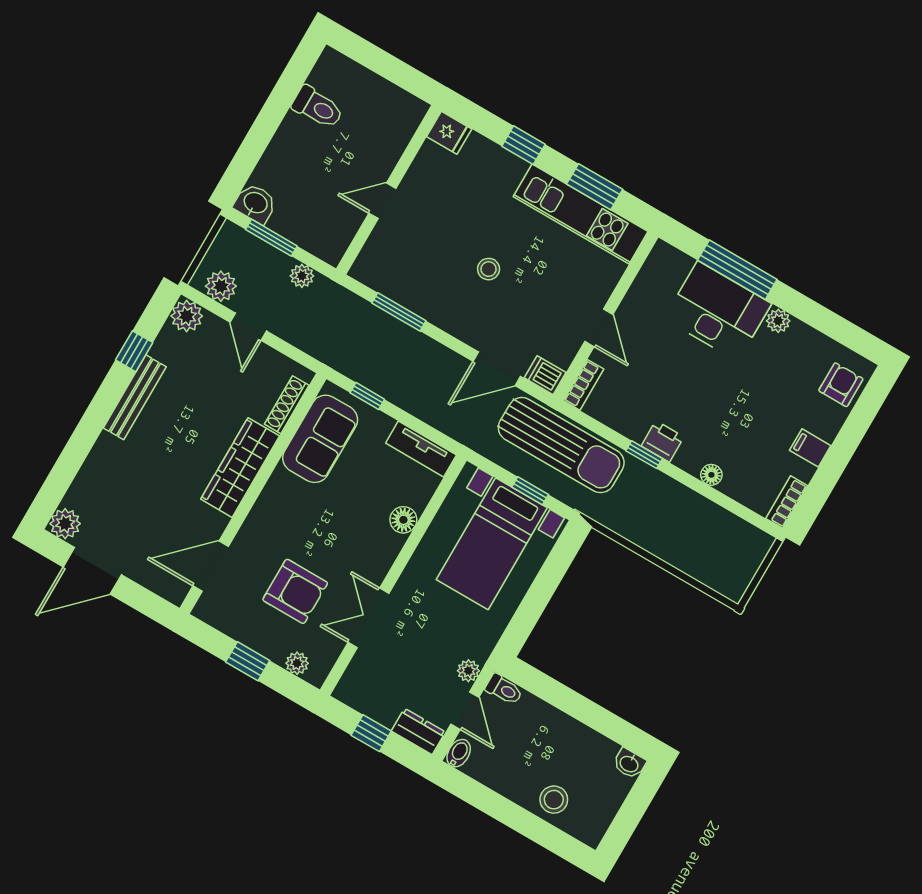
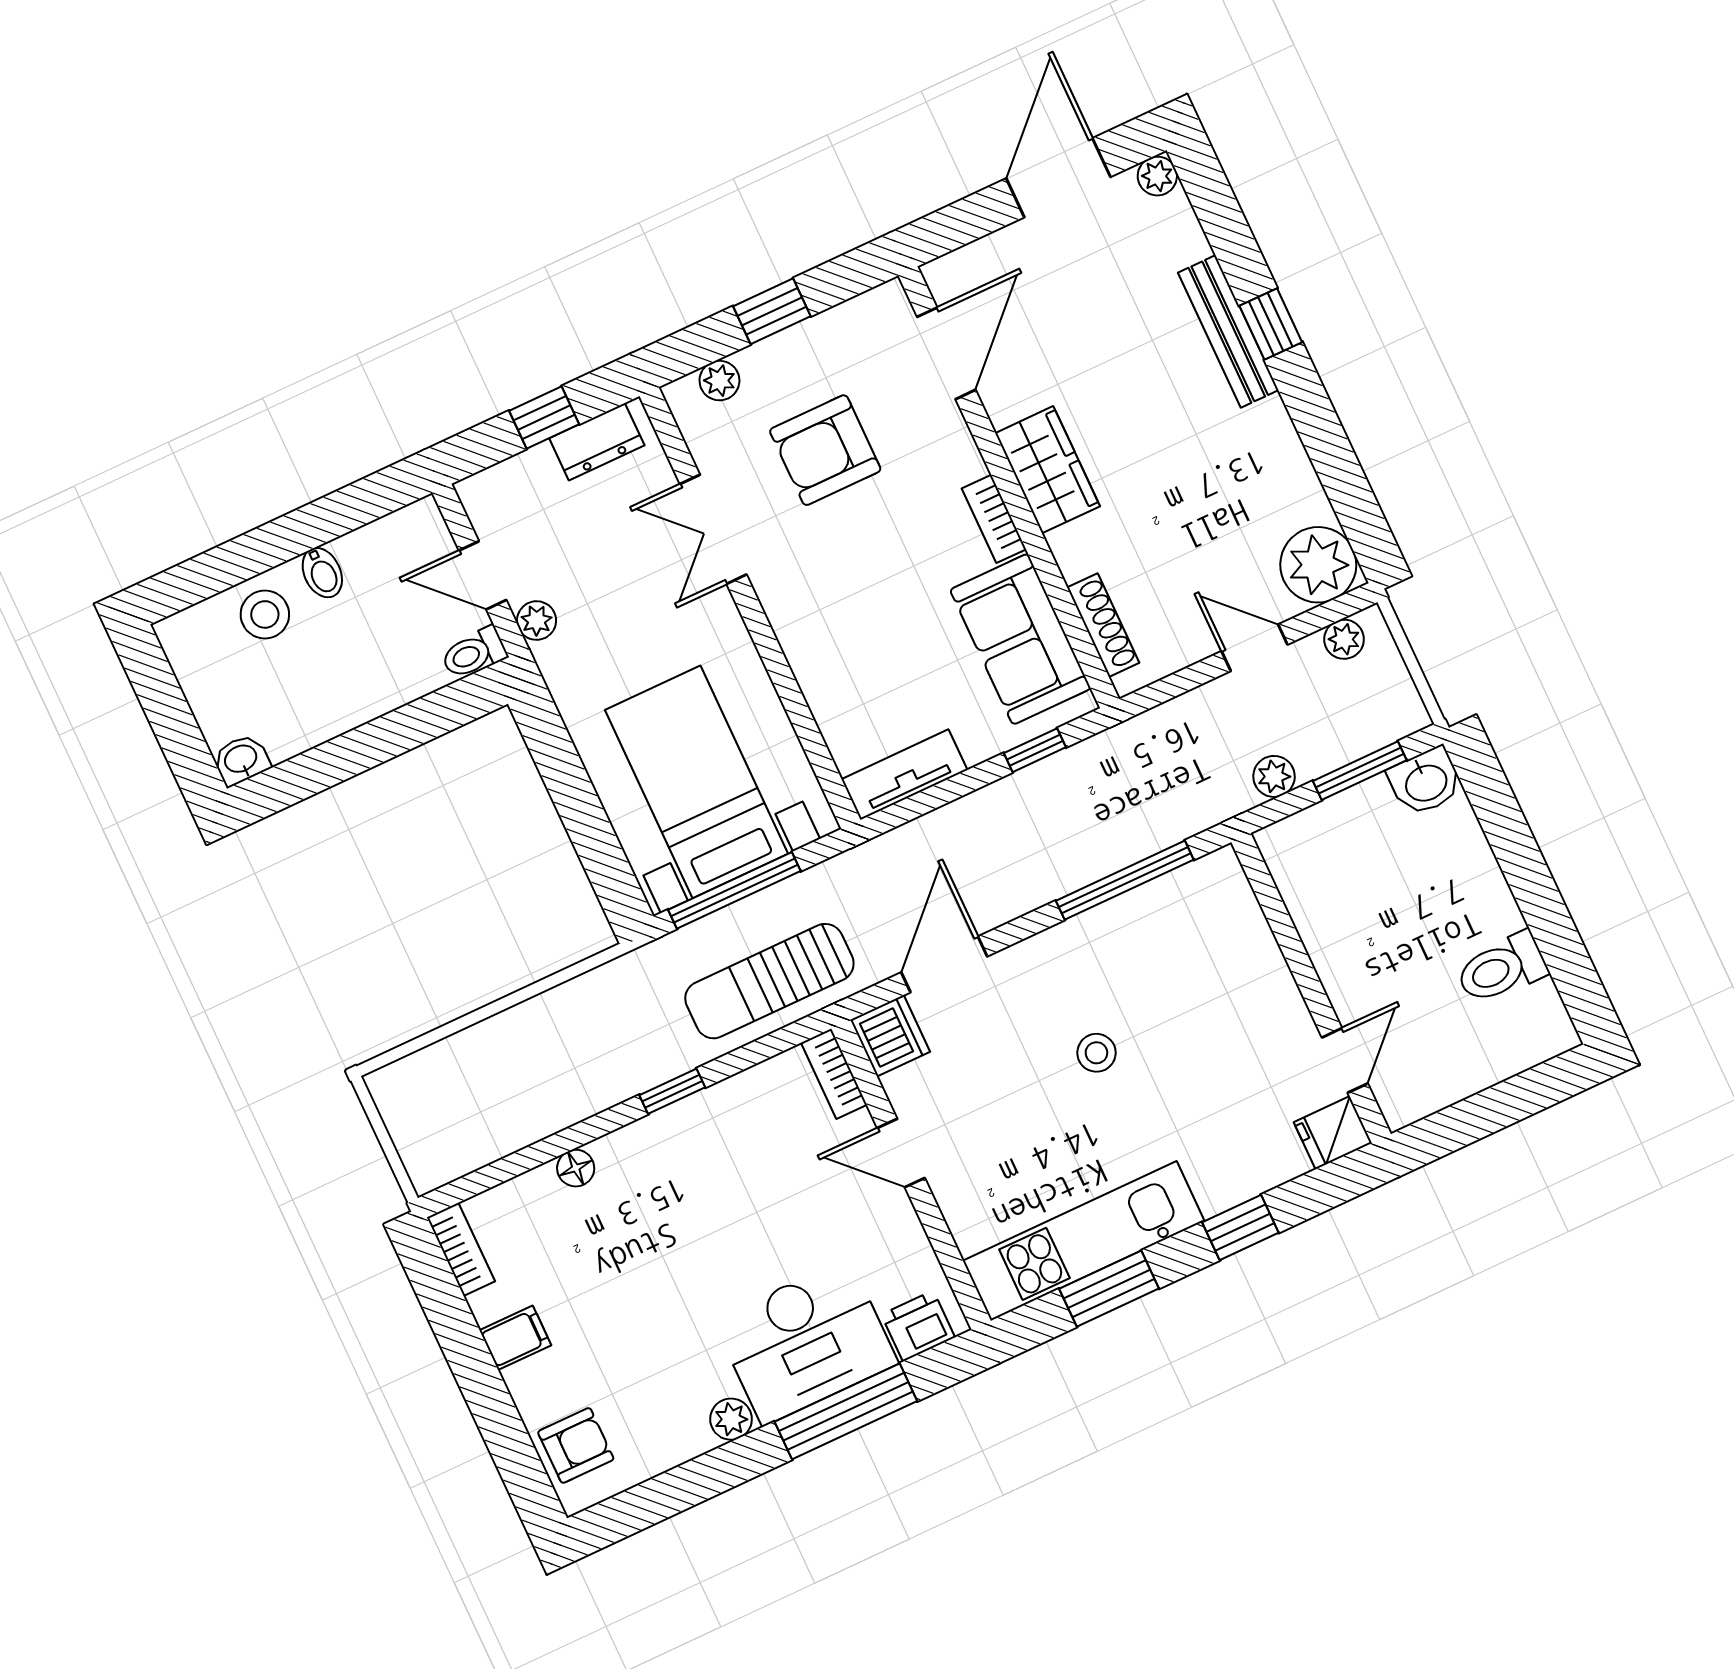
door: (382, 201) -> (1345, 1060), moved
plant: (221, 286) -> (1344, 639), width x0.73, depth x0.73
window: (399, 312) -> (1125, 880), width x1.44
plant: (187, 316) -> (1318, 565), width x1.36, depth x1.36
window: (134, 351) -> (1271, 324), moved
dishwasher: (545, 375) -> (890, 1036), width x1.38
armchair: (841, 385) -> (576, 1445), turned -90
bench: (135, 397) -> (1228, 331), moved
printer: (663, 441) -> (918, 1326), moved, turned 180
sun lounger: (561, 445) -> (769, 981), width x0.73, depth x0.75
wardrobe: (240, 468) -> (1048, 470), width x0.67
bookcase: (273, 490) -> (994, 519), added
window: (530, 491) -> (734, 890), width x2.17
floor lamp: (403, 520) -> (820, 678), removed
plant: (65, 524) -> (1157, 176), width x0.73, depth x0.73
double door: (369, 618) -> (713, 529), swing flipped
dresser: (418, 732) -> (597, 442), moved
bidet: (459, 753) -> (322, 573), moved

